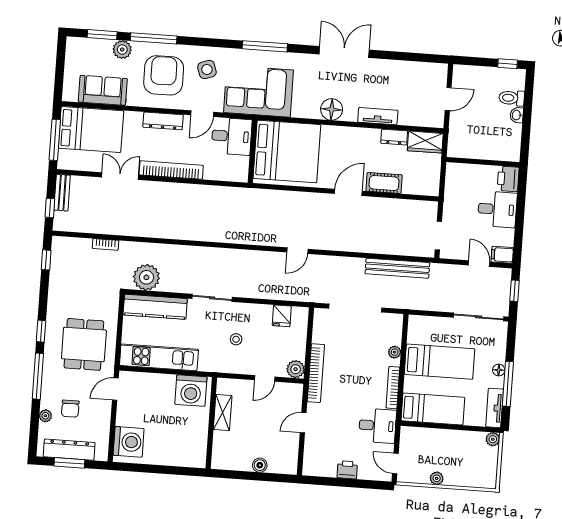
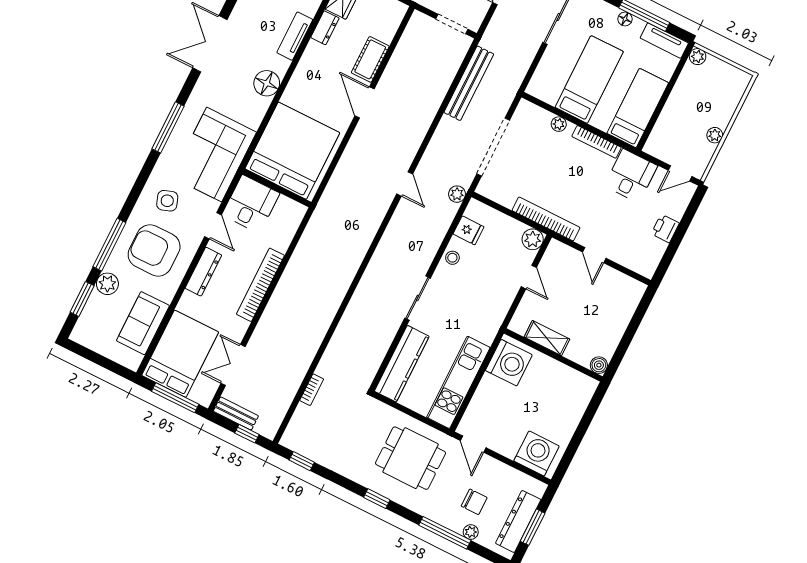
double door: (120, 176) -> (233, 365), moved
plant: (146, 277) -> (457, 194), moved, width x0.53, depth x0.53
stool: (236, 339) -> (452, 258), moved
window: (38, 376) -> (445, 533), moved
boiler: (260, 465) -> (599, 365), moved

